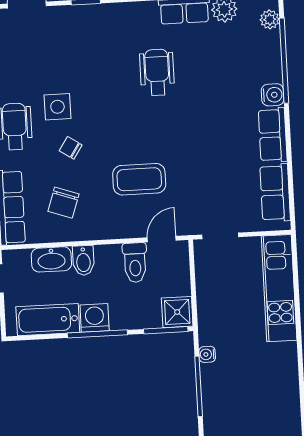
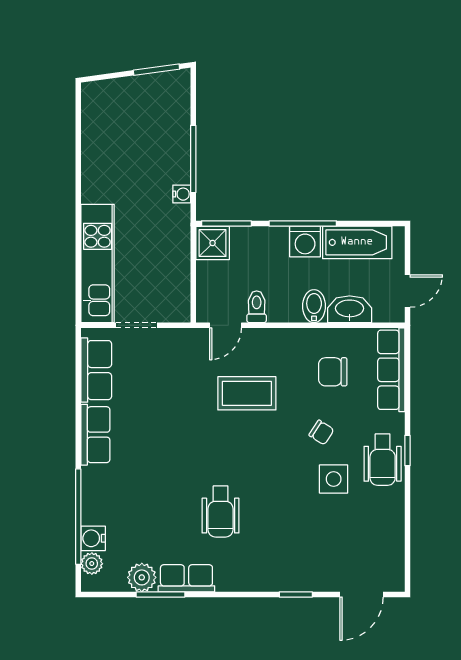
water cooler: (273, 95) -> (93, 538), moved
chair: (63, 203) -> (333, 372), turned -109
doorway: (220, 236) -> (137, 325), moved
toilet: (135, 263) -> (257, 307), width x0.73, depth x0.72

